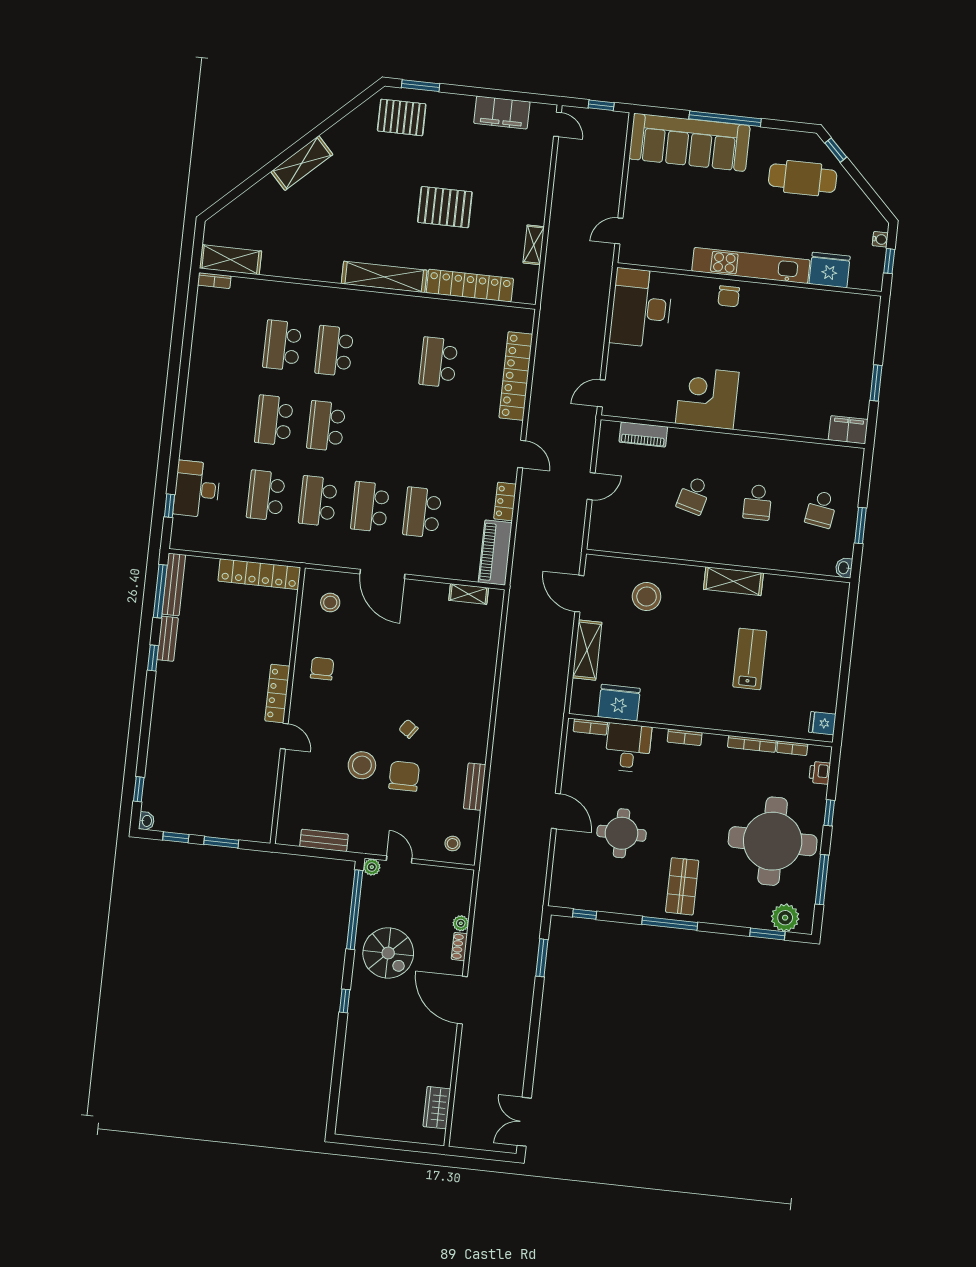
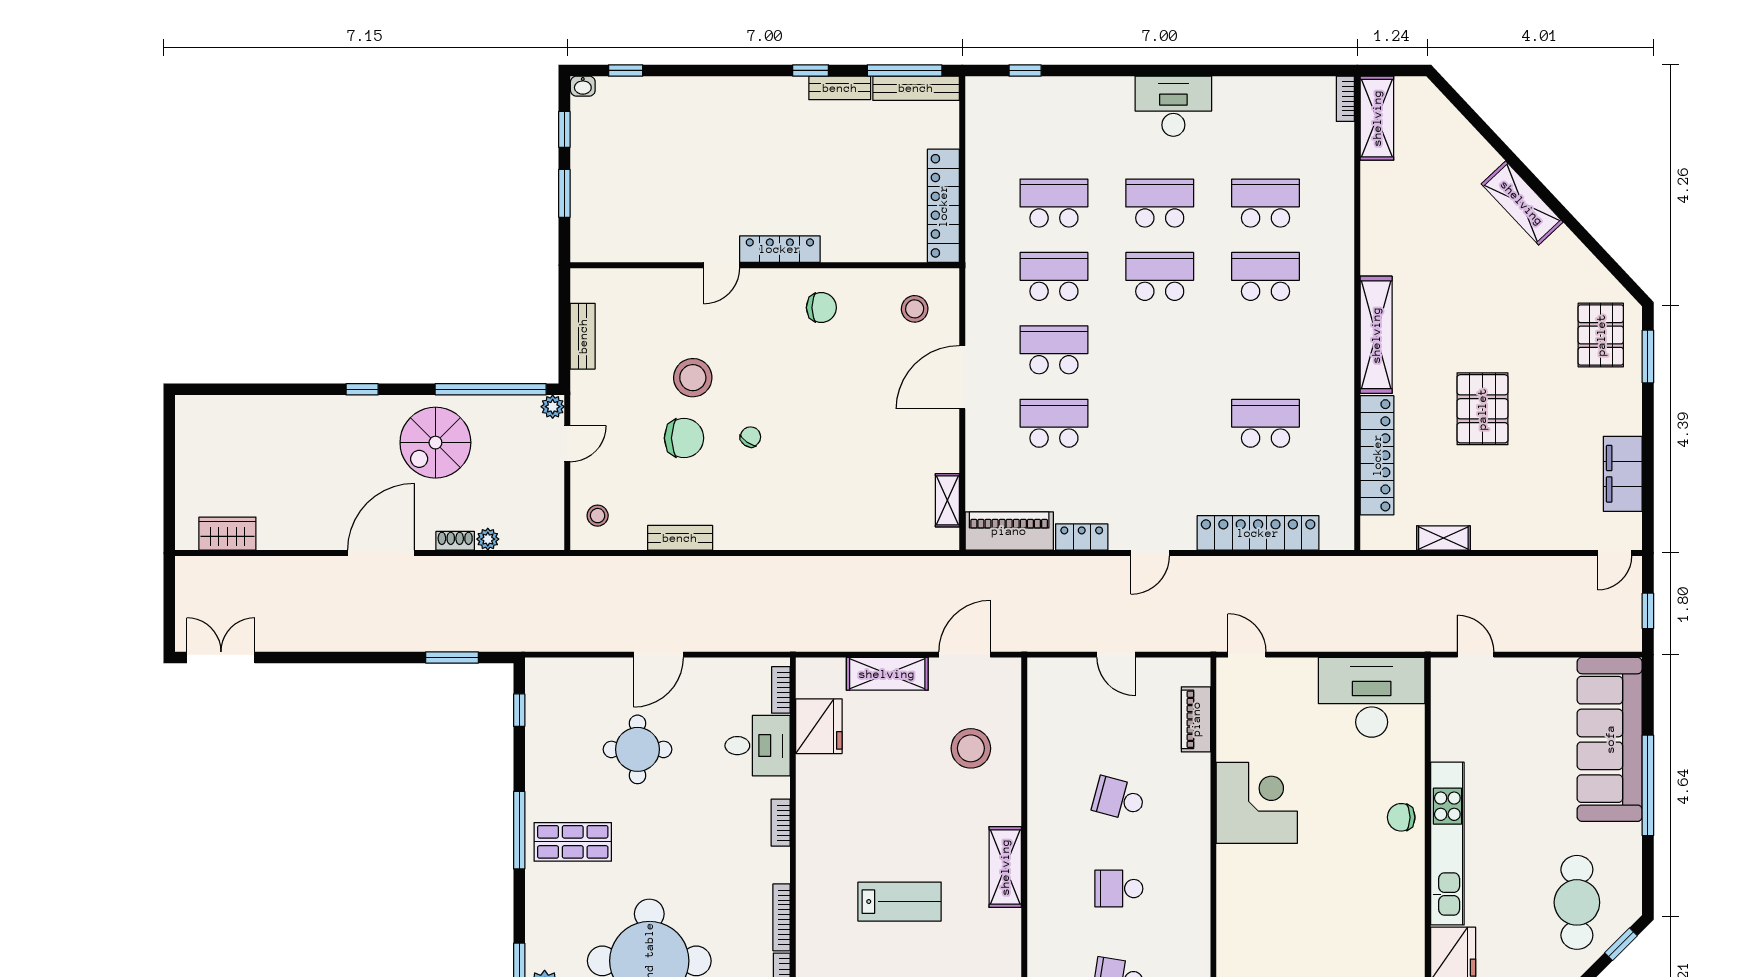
desk: (197, 489) -> (1173, 106), moved

